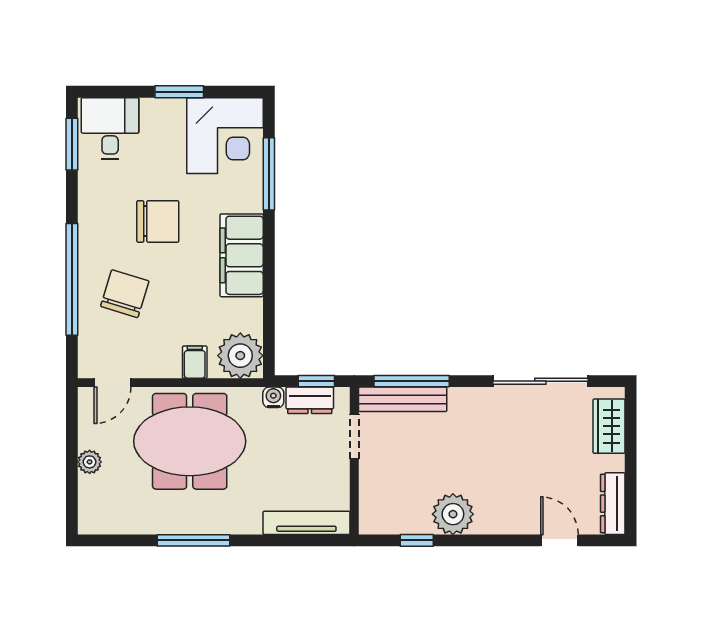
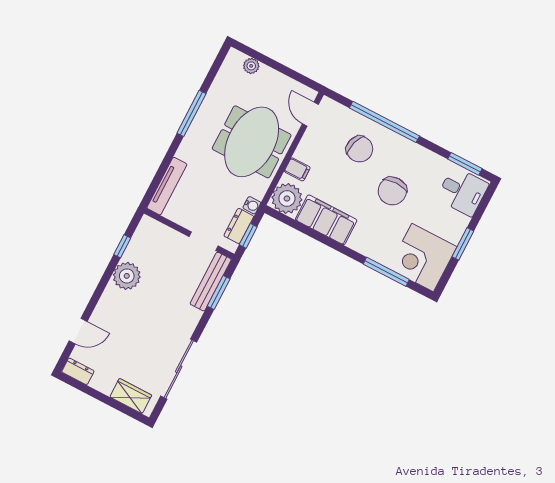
filing cabinet: (242, 255) -> (326, 220), moved
window: (412, 381) -> (219, 293), width x0.69
plant: (90, 462) -> (251, 66), moved
dresser: (613, 504) -> (78, 371), width x0.70

